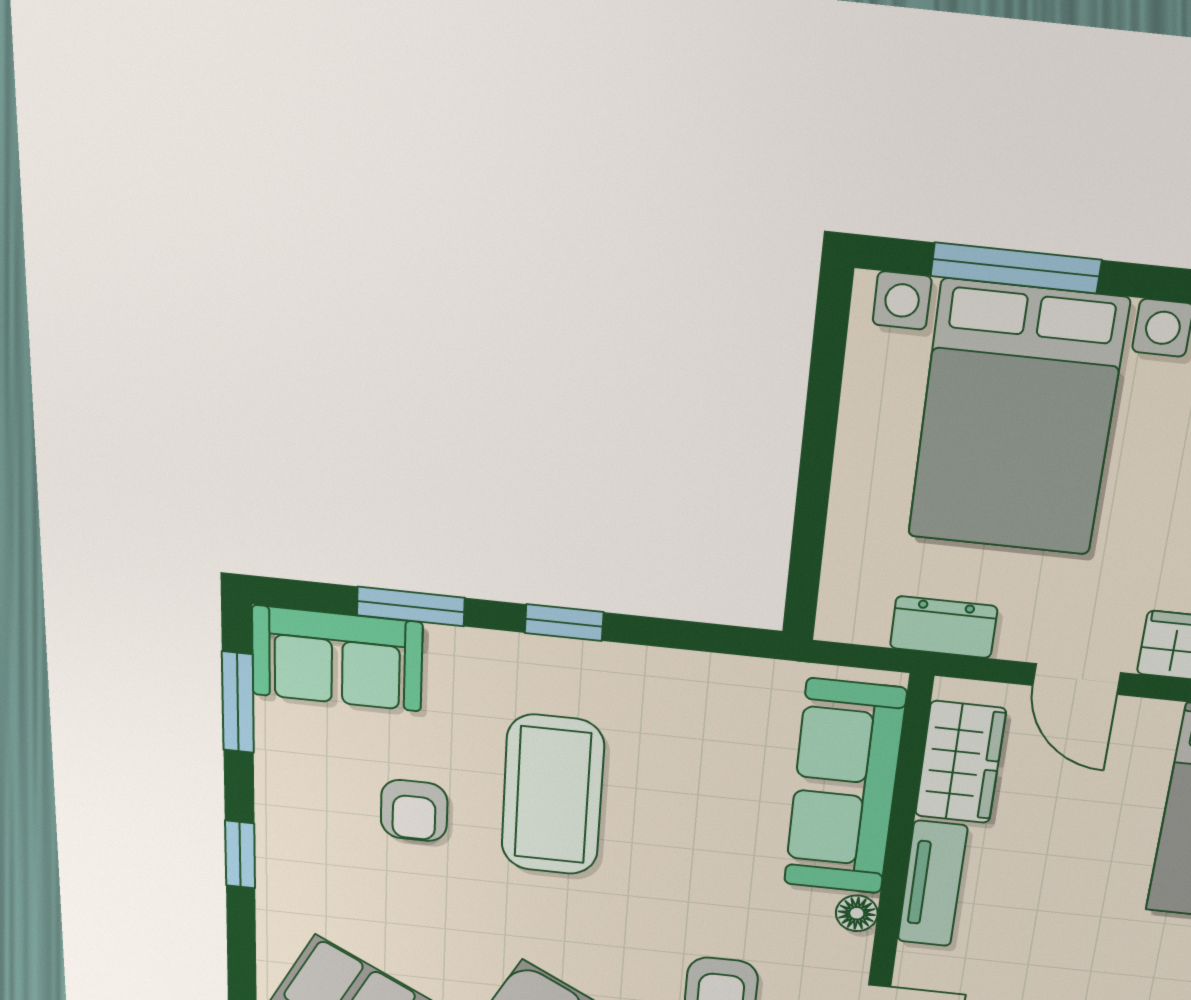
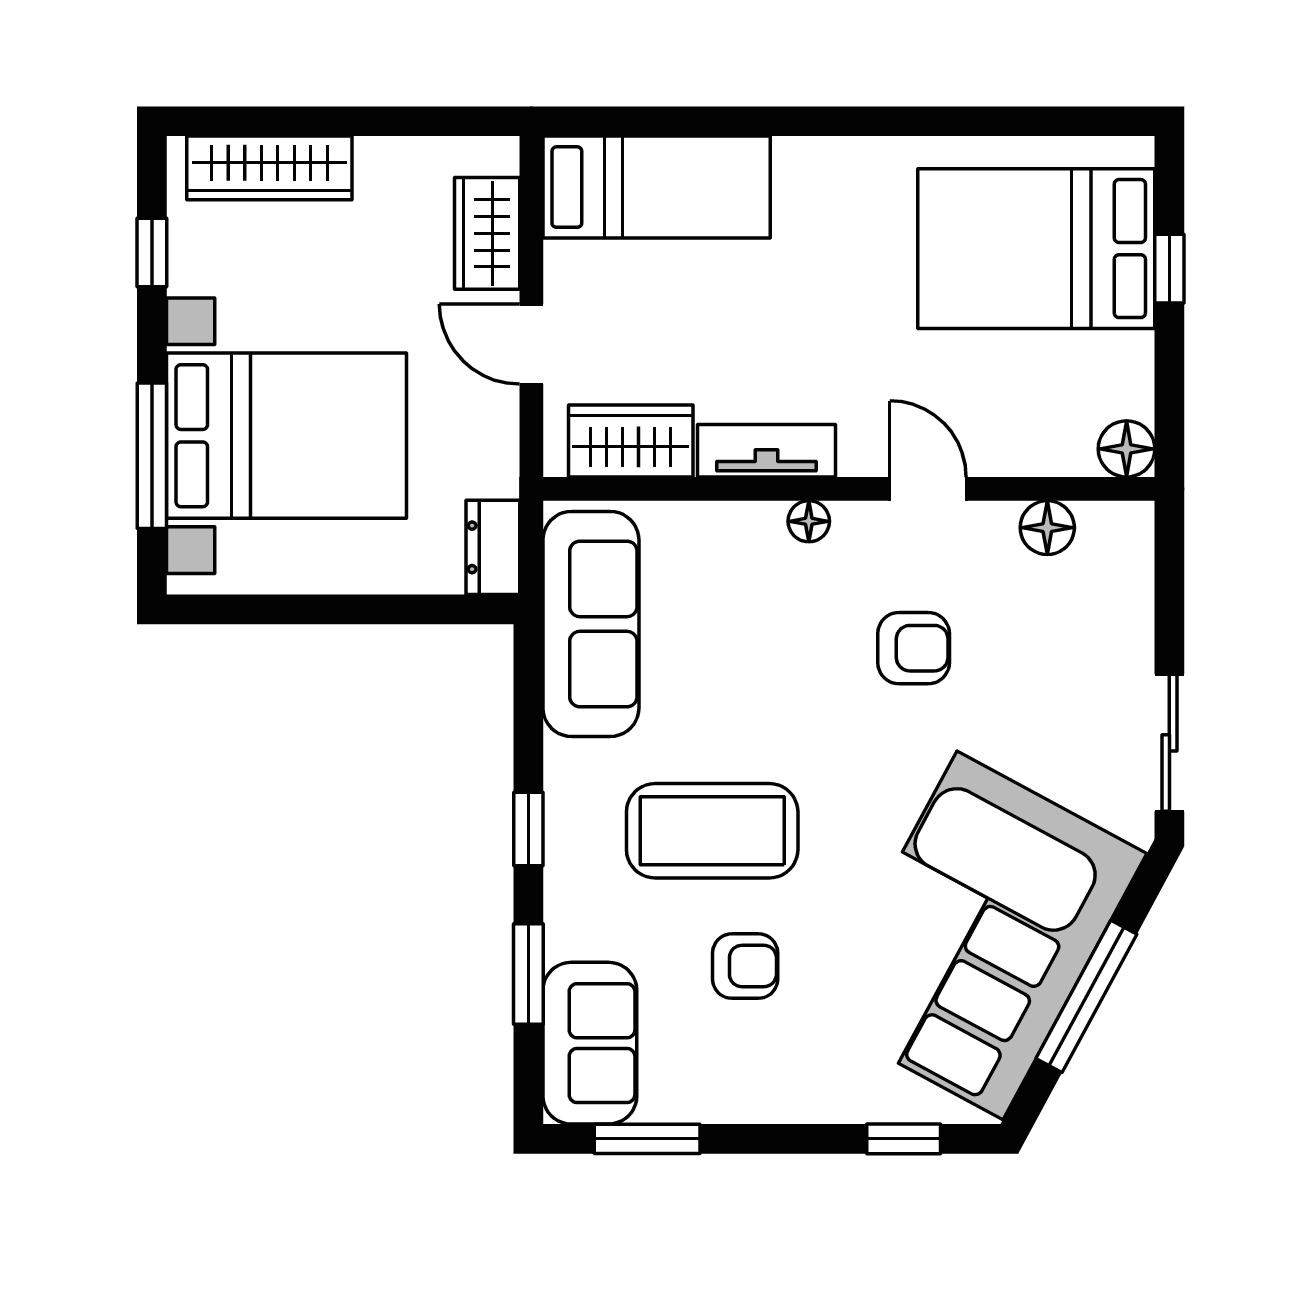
dresser: (944, 627) -> (493, 547), moved
door: (1077, 679) -> (531, 344), swing flipped
sofa: (844, 788) -> (591, 624), moved, turned -90
window: (240, 855) -> (904, 1139), moved

